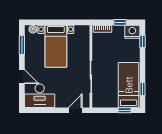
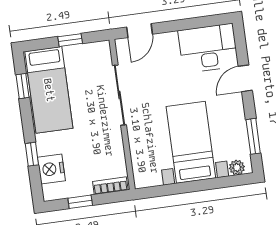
nightstand: (132, 32) -> (51, 169), moved, turned 90
window: (142, 41) -> (32, 154), moved
door: (22, 77) -> (245, 78), hinge flipped
window: (124, 110) -> (70, 40), moved

